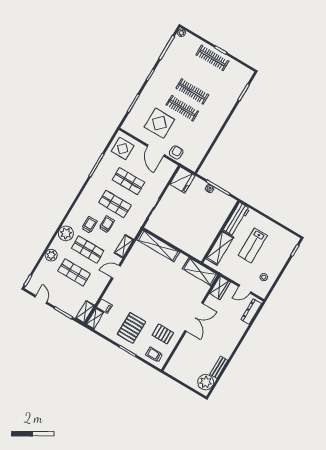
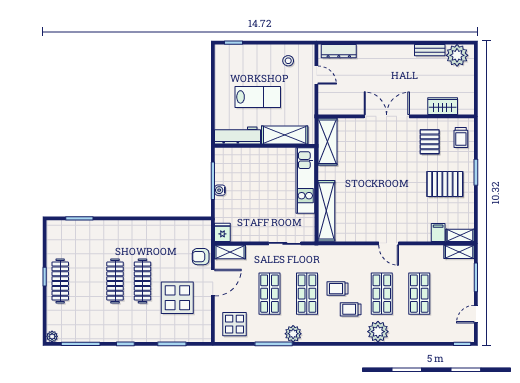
fridge: (182, 180) -> (222, 232), width x0.53, depth x0.75
kitchen unit: (184, 244) -> (305, 181), added
shelving: (124, 246) -> (230, 252), moved
plant: (51, 255) -> (293, 334), moved
wardrobe: (220, 288) -> (443, 106), moved

